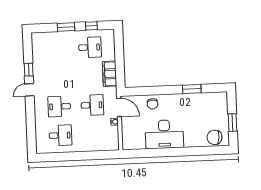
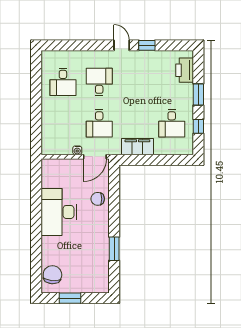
printer: (47, 39) -> (185, 70), added

